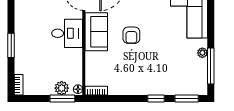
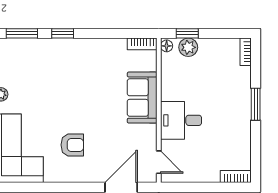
sofa: (96, 32) -> (142, 98), moved
armchair: (131, 35) -> (72, 145), moved, turned 90
window: (62, 99) -> (187, 33), width x0.67

